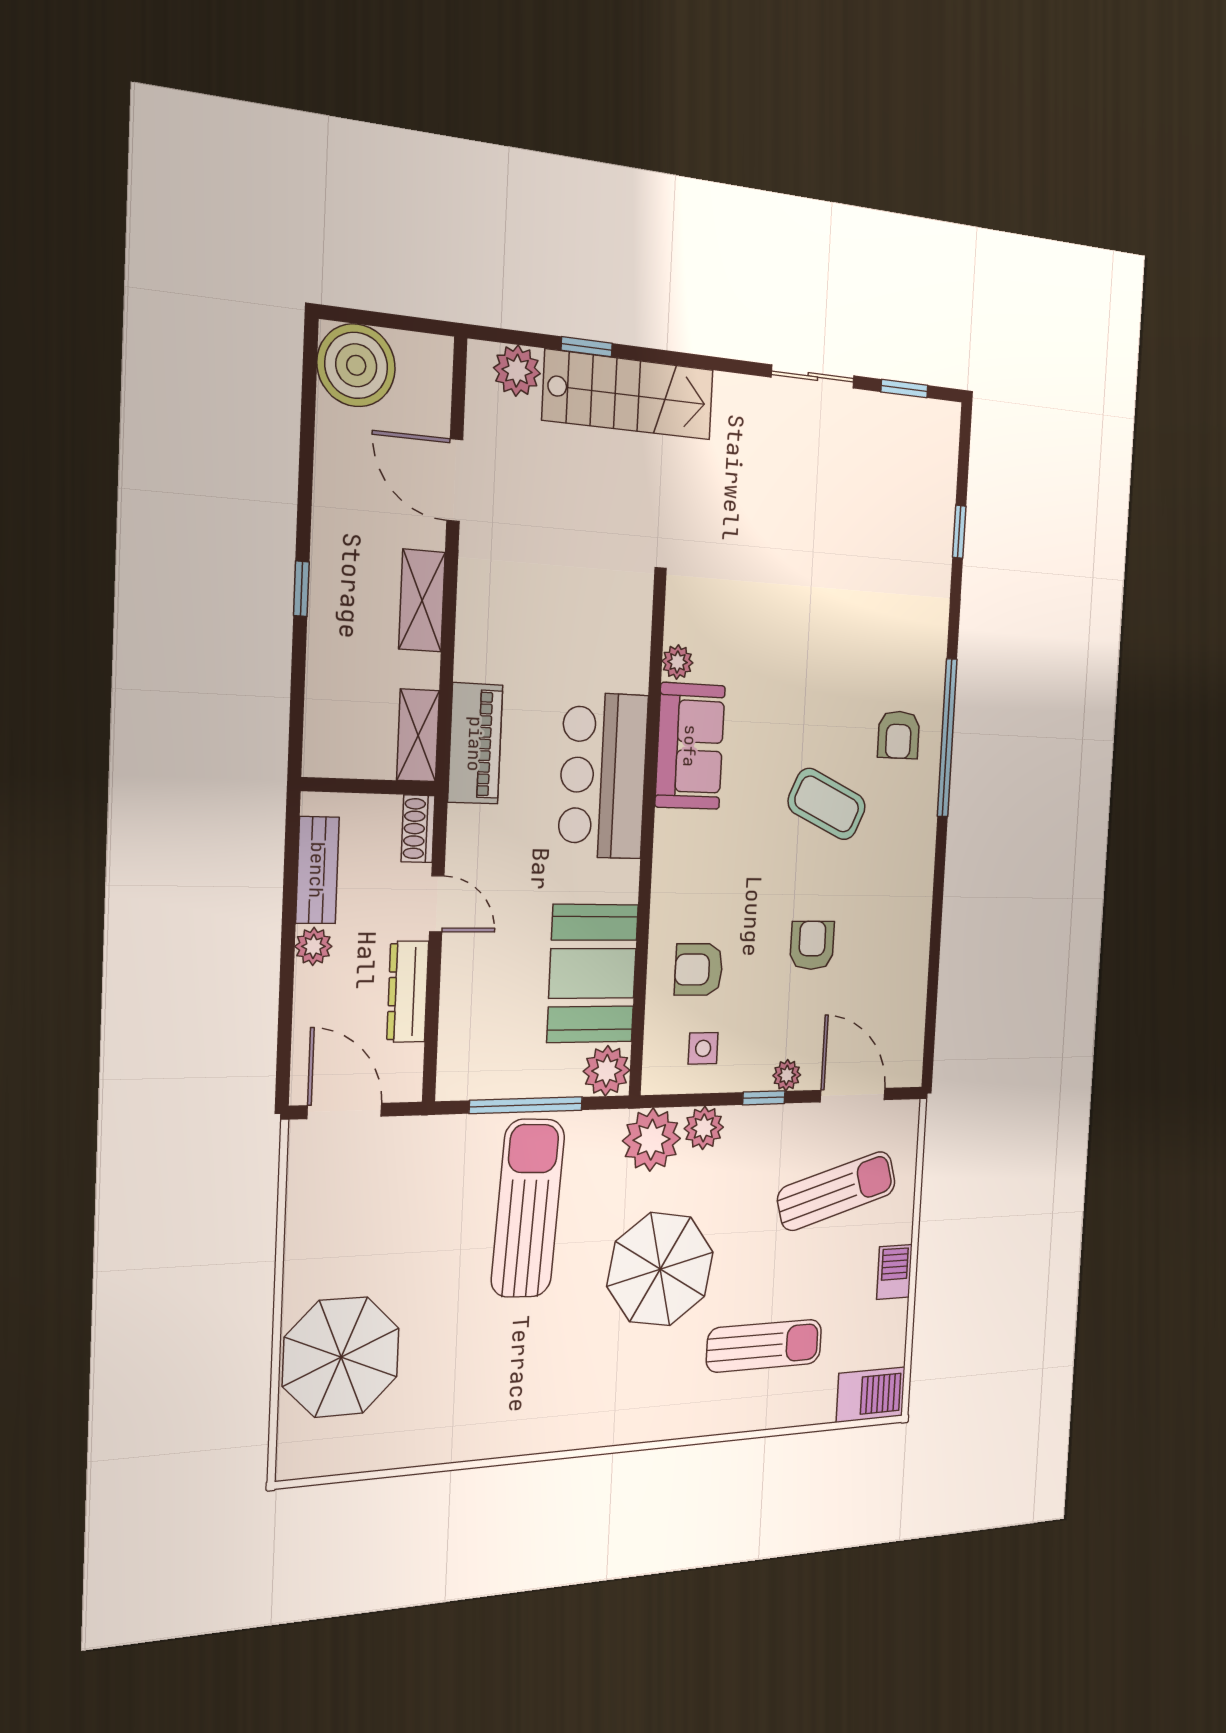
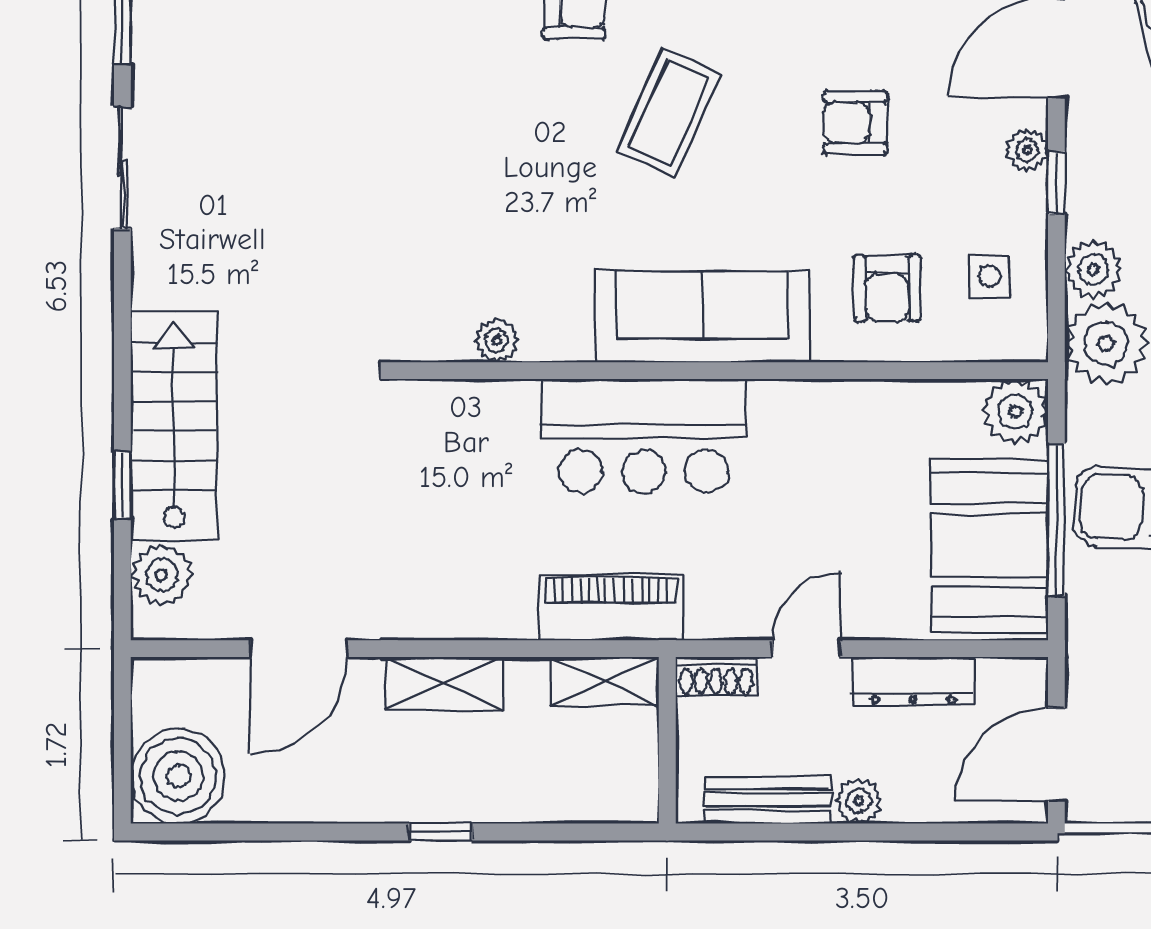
sofa: (690, 746) -> (703, 317), moved, width x1.36
booth: (593, 973) -> (990, 545), moved, turned 90

